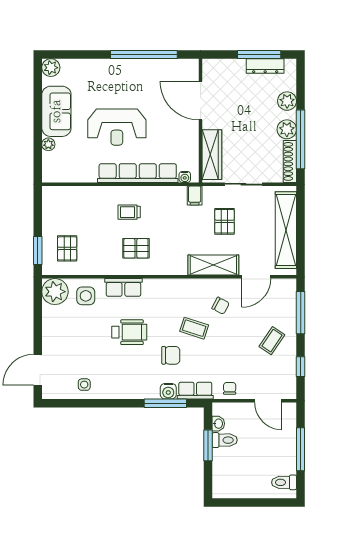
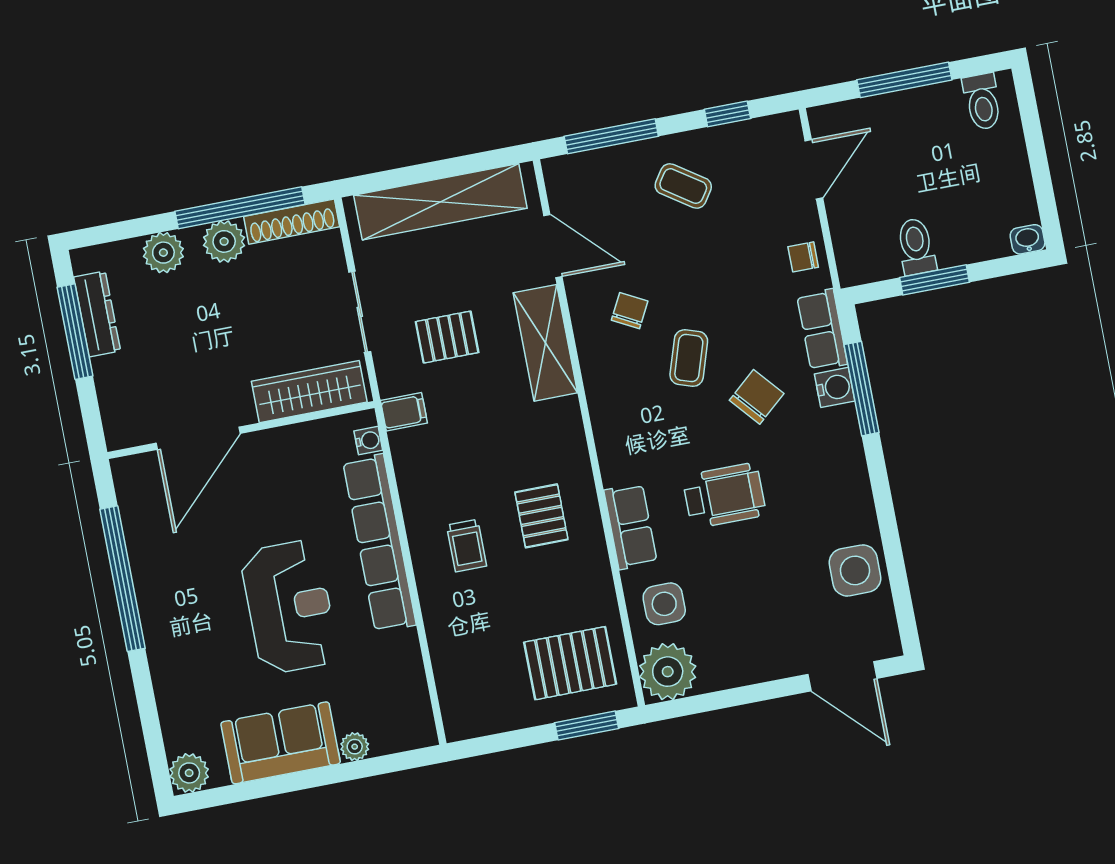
pallet: (67, 248) -> (570, 663), width x1.50, depth x1.42
wheelchair: (129, 332) -> (724, 496), turned 90
chair: (171, 355) -> (757, 397), turned 49
side table: (84, 385) -> (855, 570), width x1.87, depth x1.87
washbasin: (218, 424) -> (1028, 239), moved

